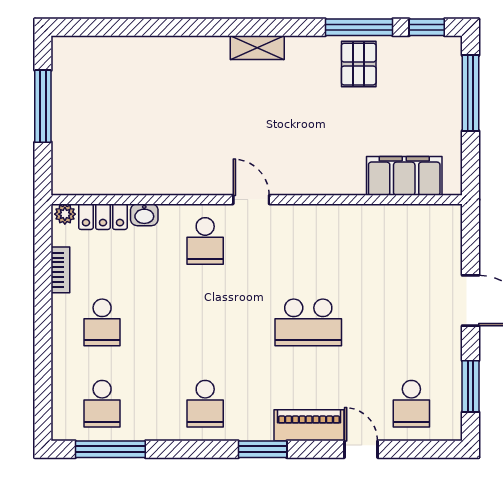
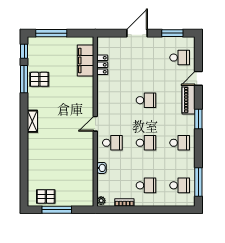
pallet: (75, 80) -> (46, 196), added
locker: (103, 217) -> (102, 65), moved
school desk: (205, 322) -> (146, 143), added
school desk: (308, 322) -> (146, 100), width x0.54

